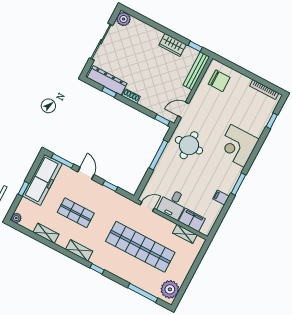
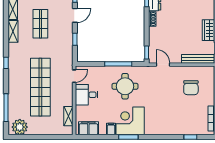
chair: (219, 81) -> (191, 88), moved
round table: (189, 145) -> (125, 86), moved
corner desk: (238, 146) -> (130, 121), moved
door: (147, 207) -> (74, 76), hinge flipped
filing cabinet: (192, 220) -> (88, 128), moved, turned -90
shelving: (79, 250) -> (13, 31), moved

